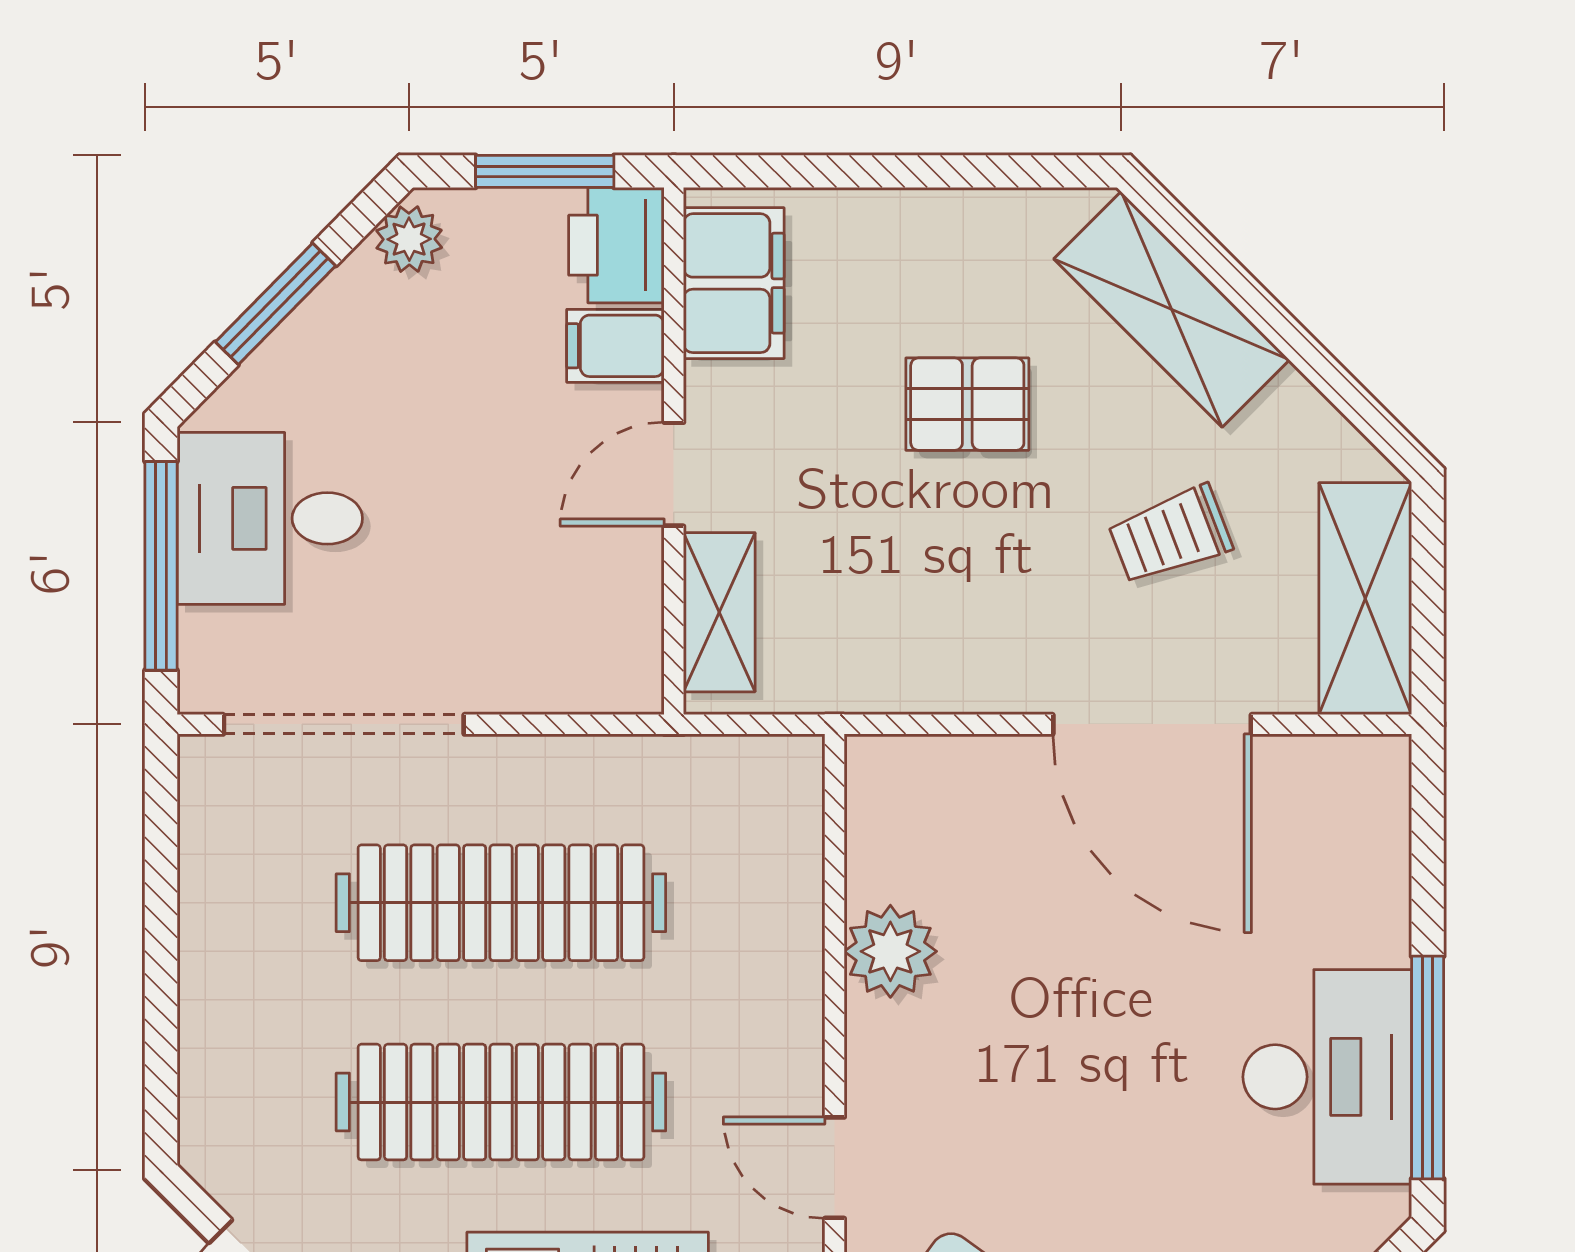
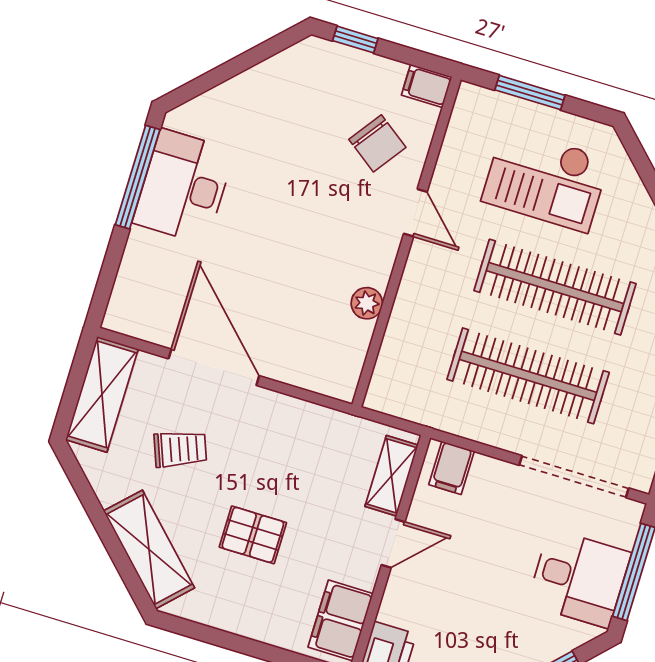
filing cabinet: (615, 346) -> (452, 468), moved, turned 90
plant: (890, 951) -> (367, 303), width x0.73, depth x0.73

